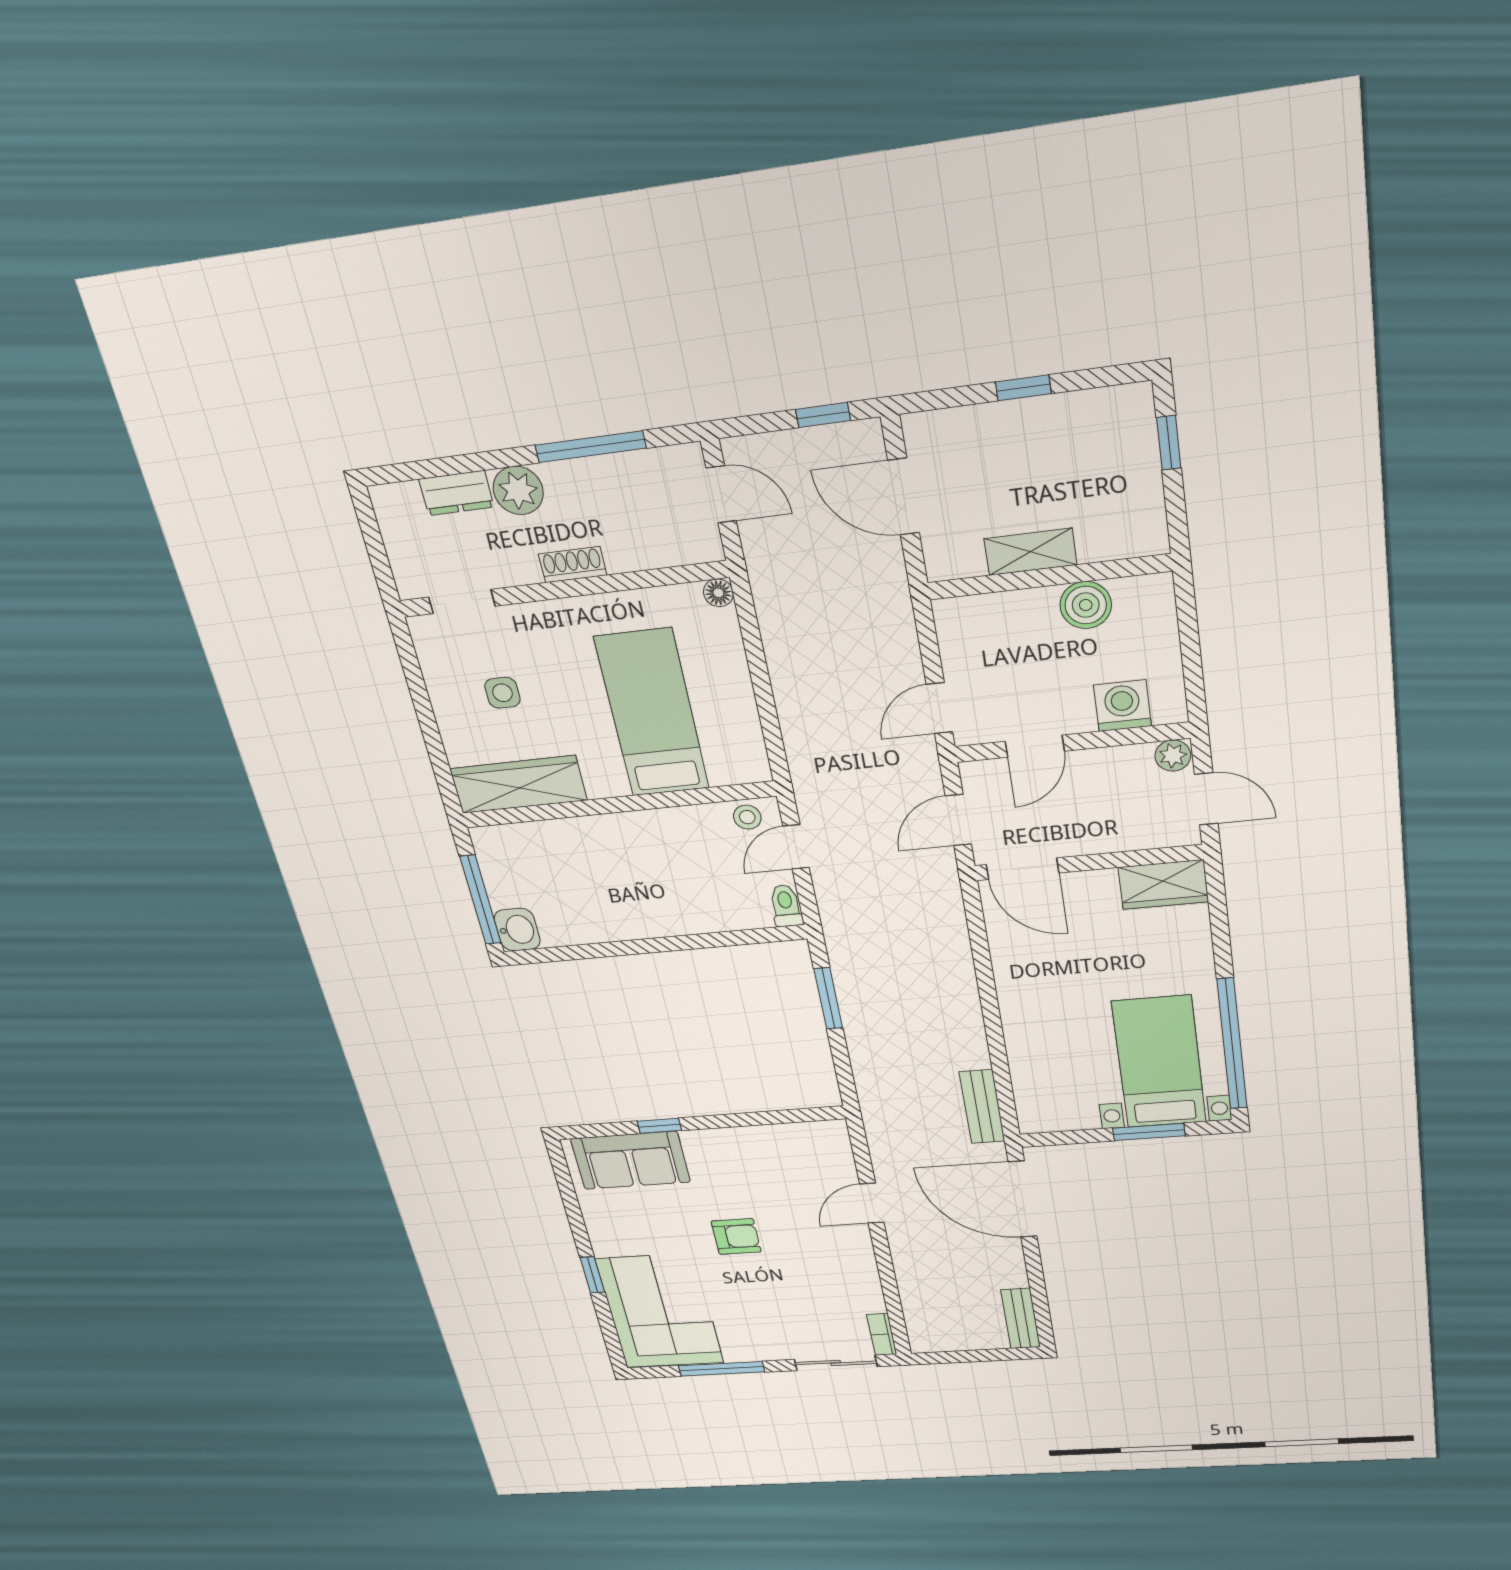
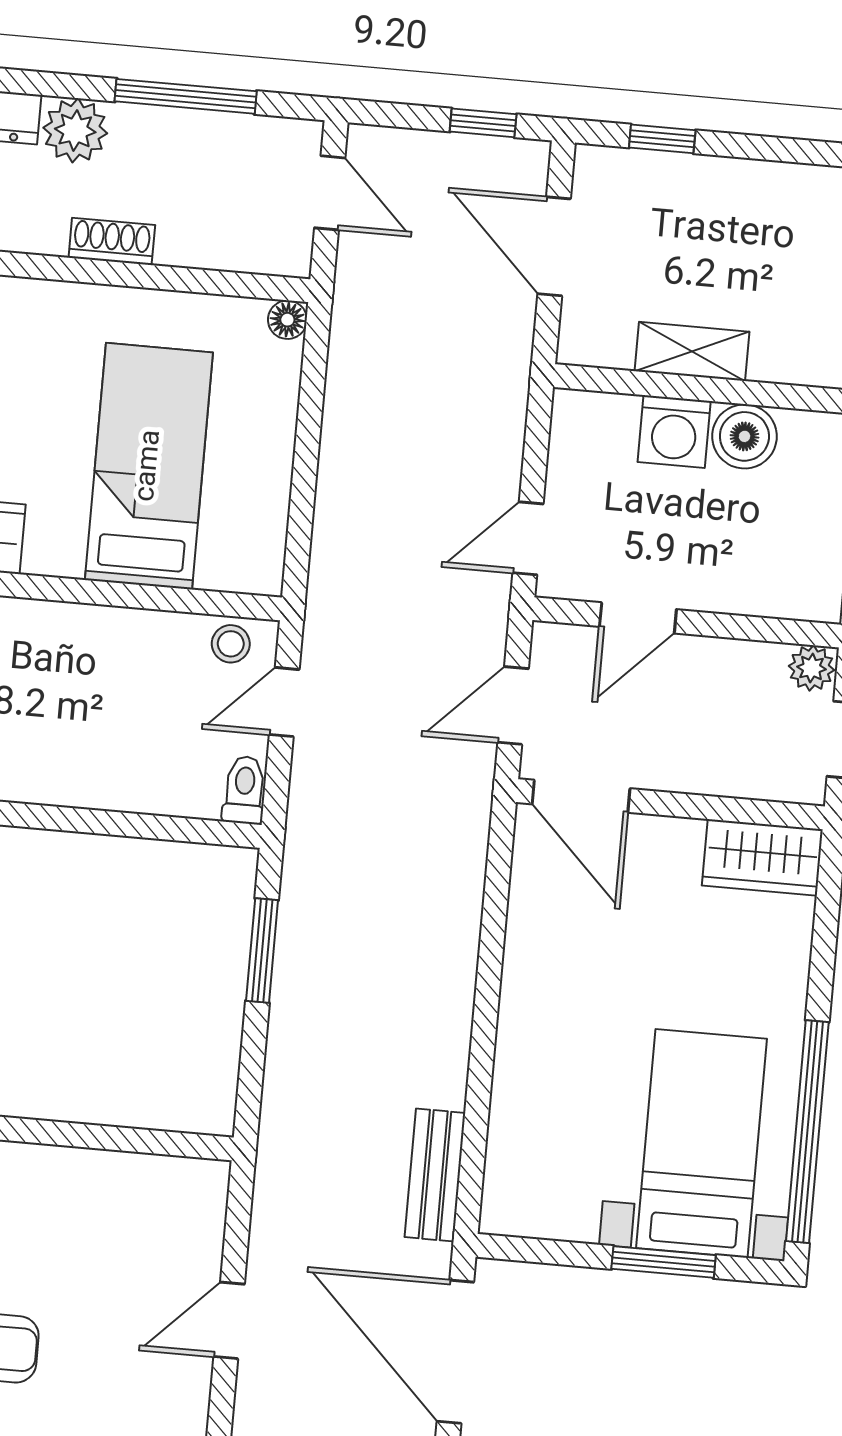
window: (1023, 388) -> (662, 139), moved
washing machine: (1122, 706) -> (674, 432), moved, turned 180

